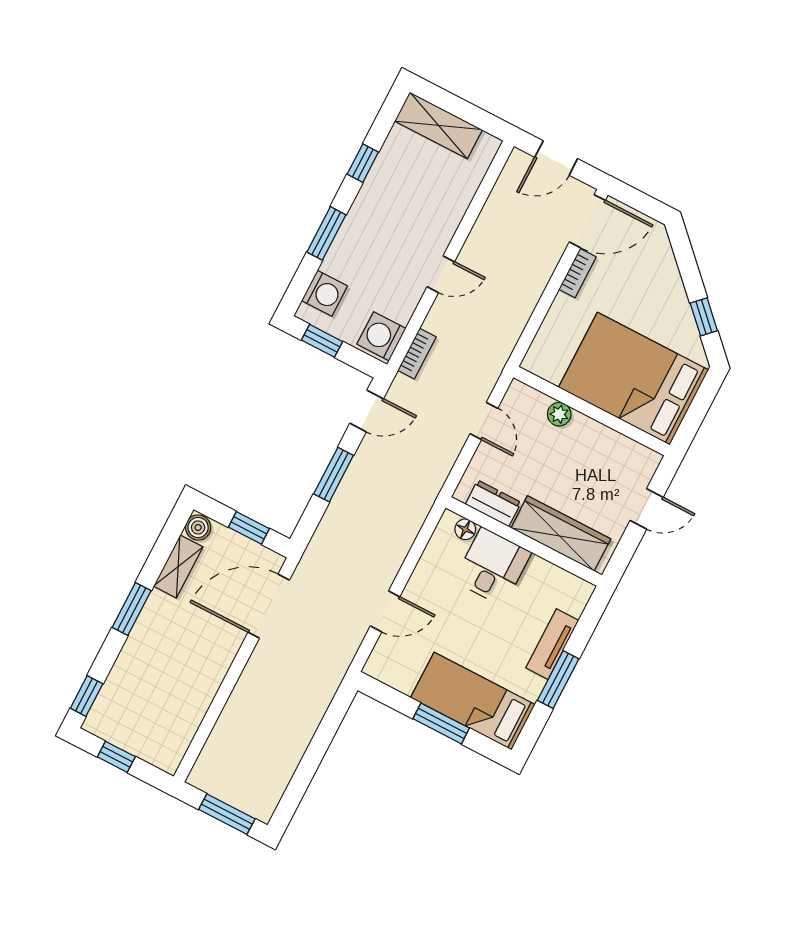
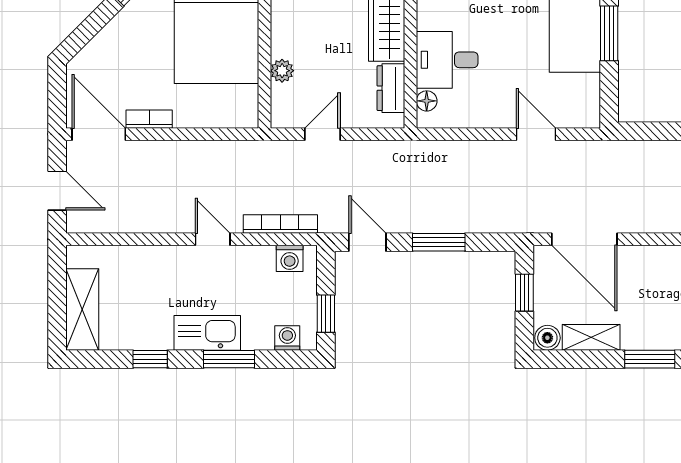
kitchen sink: (360, 226) -> (207, 333), added
washing machine: (325, 293) -> (287, 338), width x0.73, depth x0.73
washing machine: (381, 336) -> (290, 258), width x0.73, depth x0.73
bookcase: (417, 354) -> (280, 224), width x1.56

